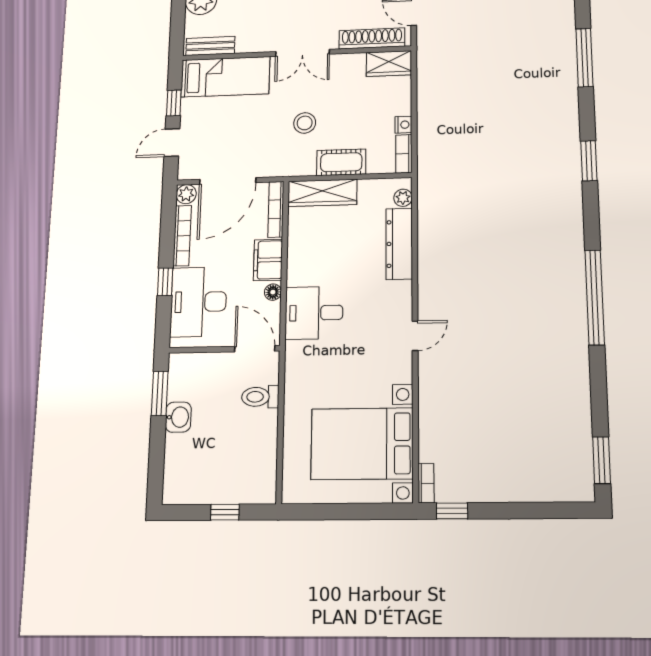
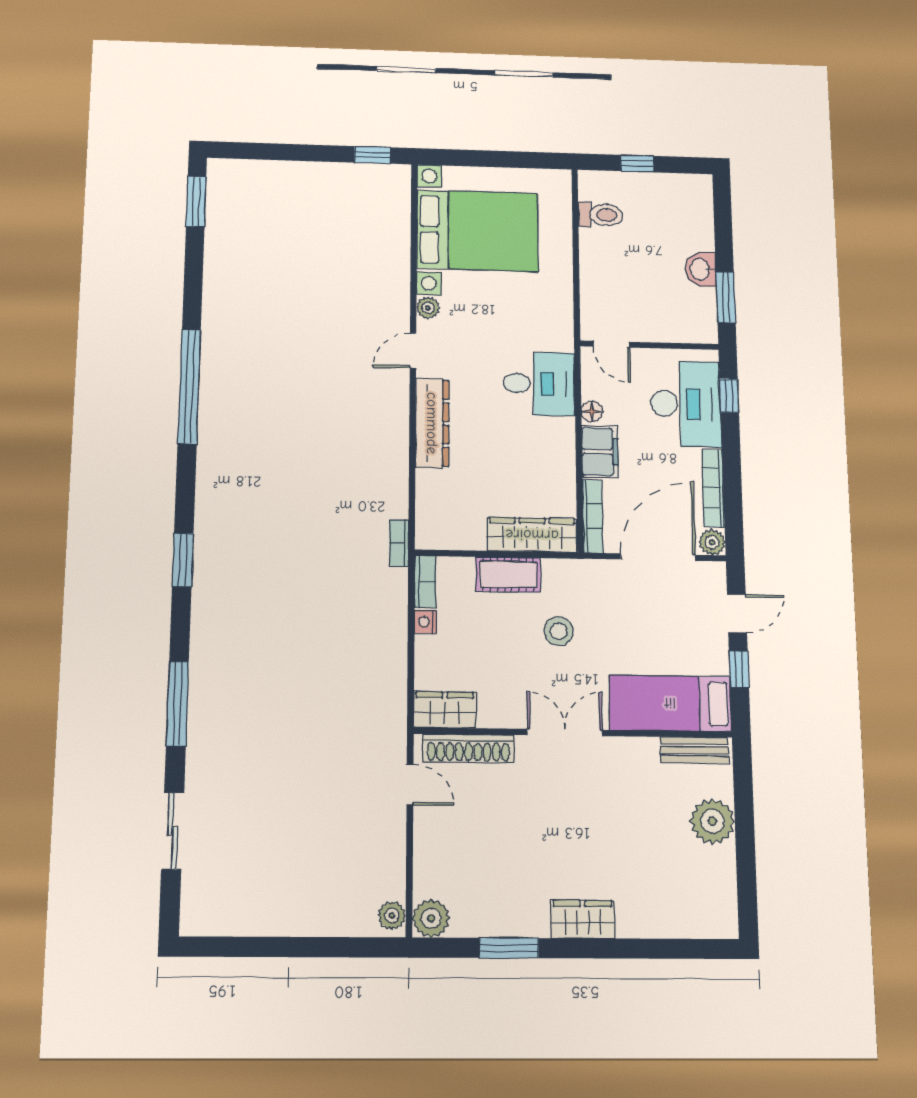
plant: (403, 198) -> (428, 308), moved
dresser: (399, 244) -> (432, 423), moved
window: (165, 282) -> (729, 396), moved
door: (255, 349) -> (611, 344), width x0.73
toilet: (260, 397) -> (600, 215), moved
bookcase: (426, 483) -> (399, 543), moved

